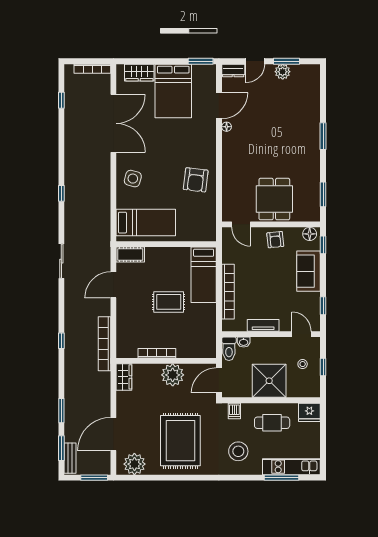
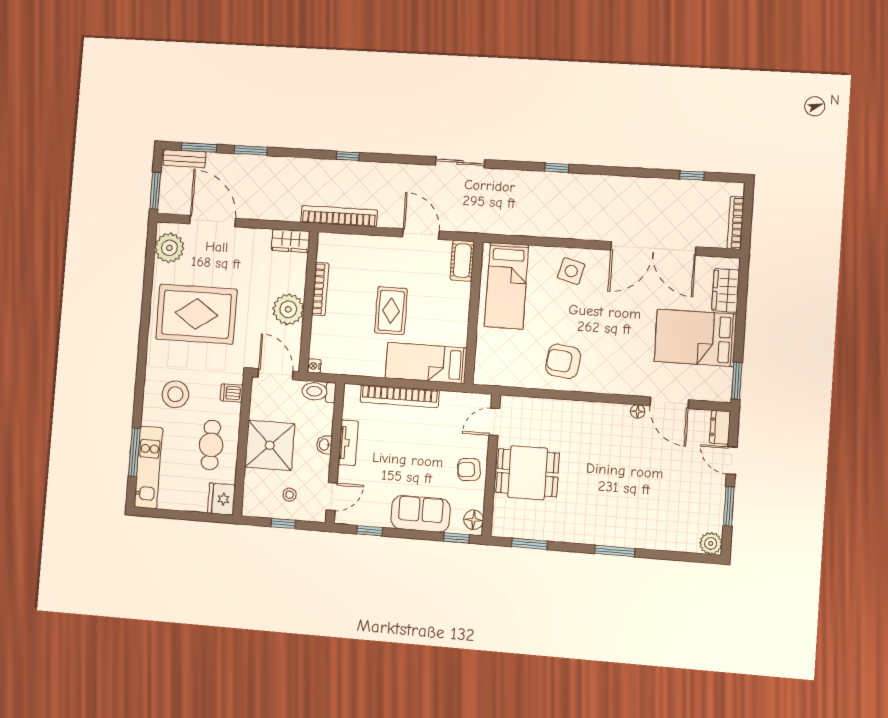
plant: (283, 72) -> (711, 543), moved
washbasin: (244, 342) -> (324, 445), moved
nightstand: (211, 353) -> (314, 366), added

